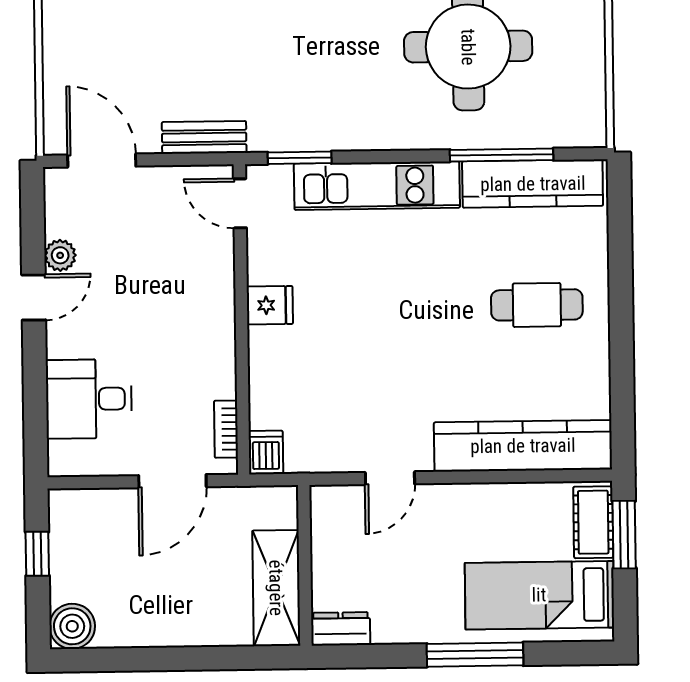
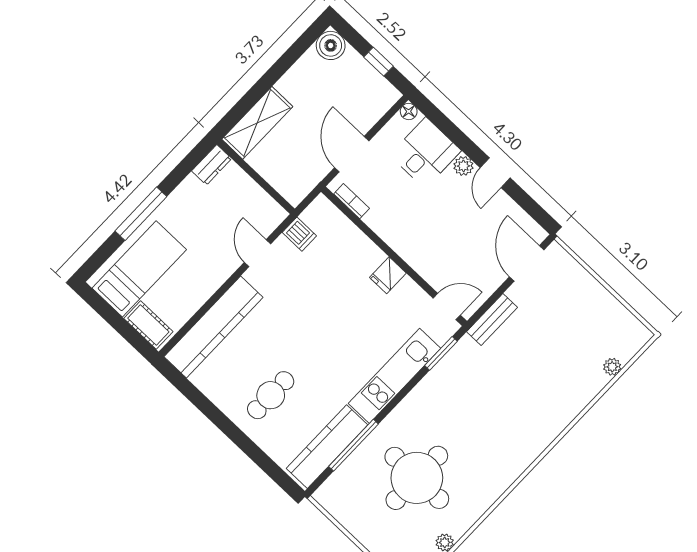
door: (102, 161) -> (527, 263), swing flipped
plant: (60, 255) -> (463, 166), moved
dishwasher: (266, 452) -> (299, 234), moved
floor lamp: (60, 464) -> (409, 111), added
window: (624, 535) -> (129, 333), removed
shelving: (276, 588) -> (257, 123), moved, turned 90

